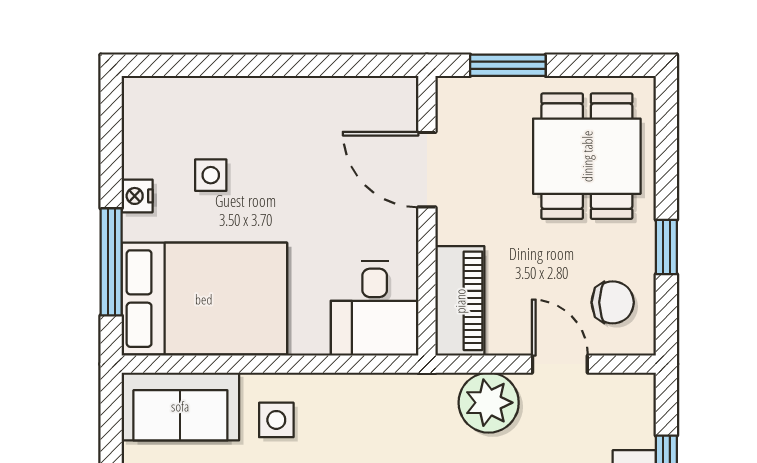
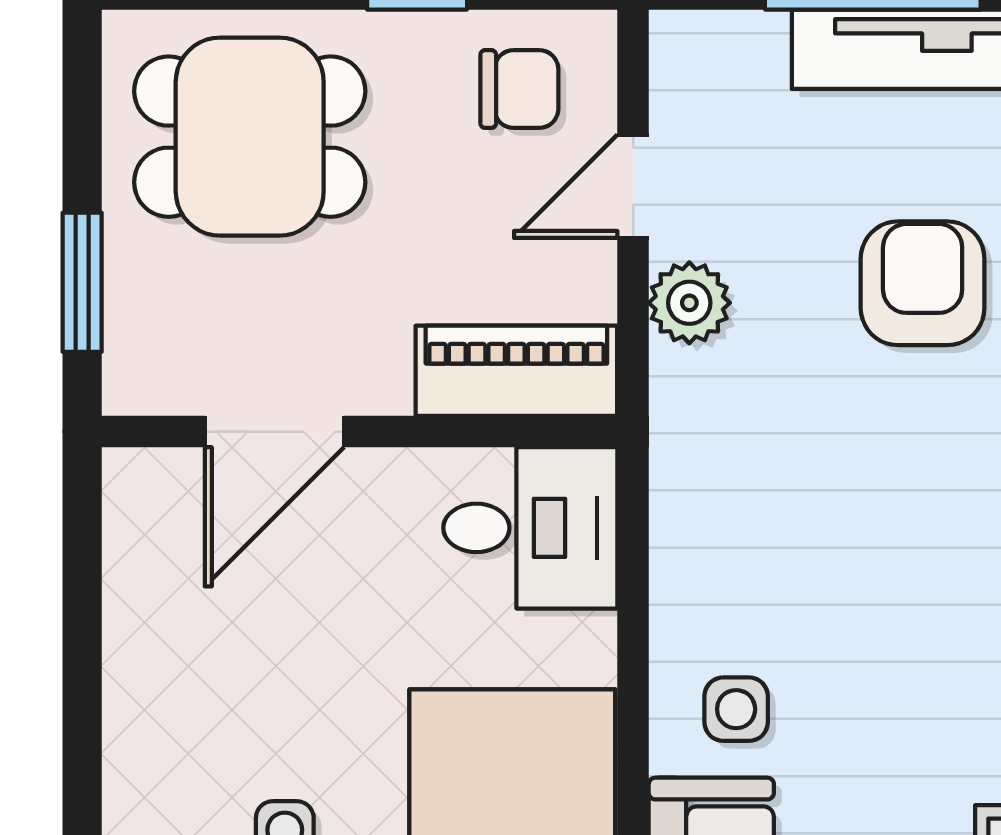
chair: (613, 302) -> (519, 89), turned 90
plant: (489, 403) -> (689, 303), width x0.73, depth x0.73

